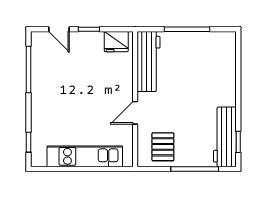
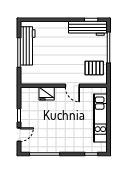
fridge: (116, 42) -> (47, 94), moved, turned 90
workbench: (149, 61) -> (28, 46), moved, turned 90

